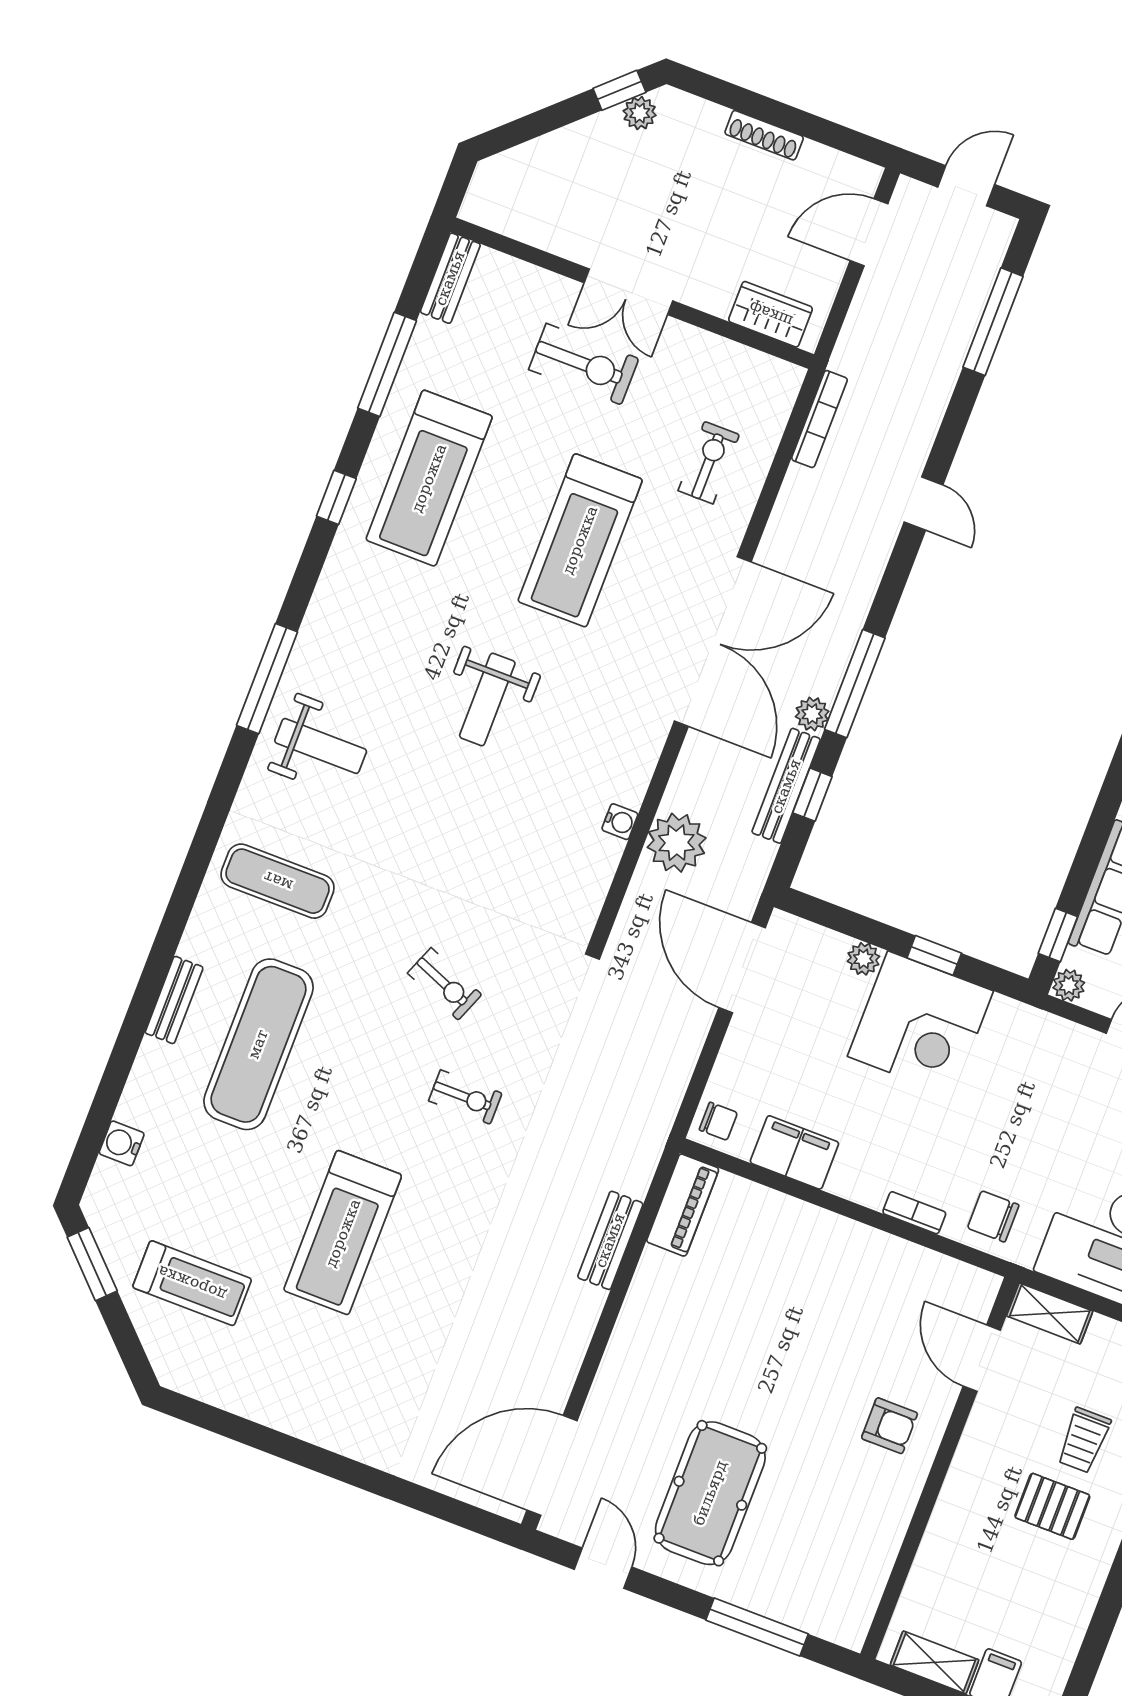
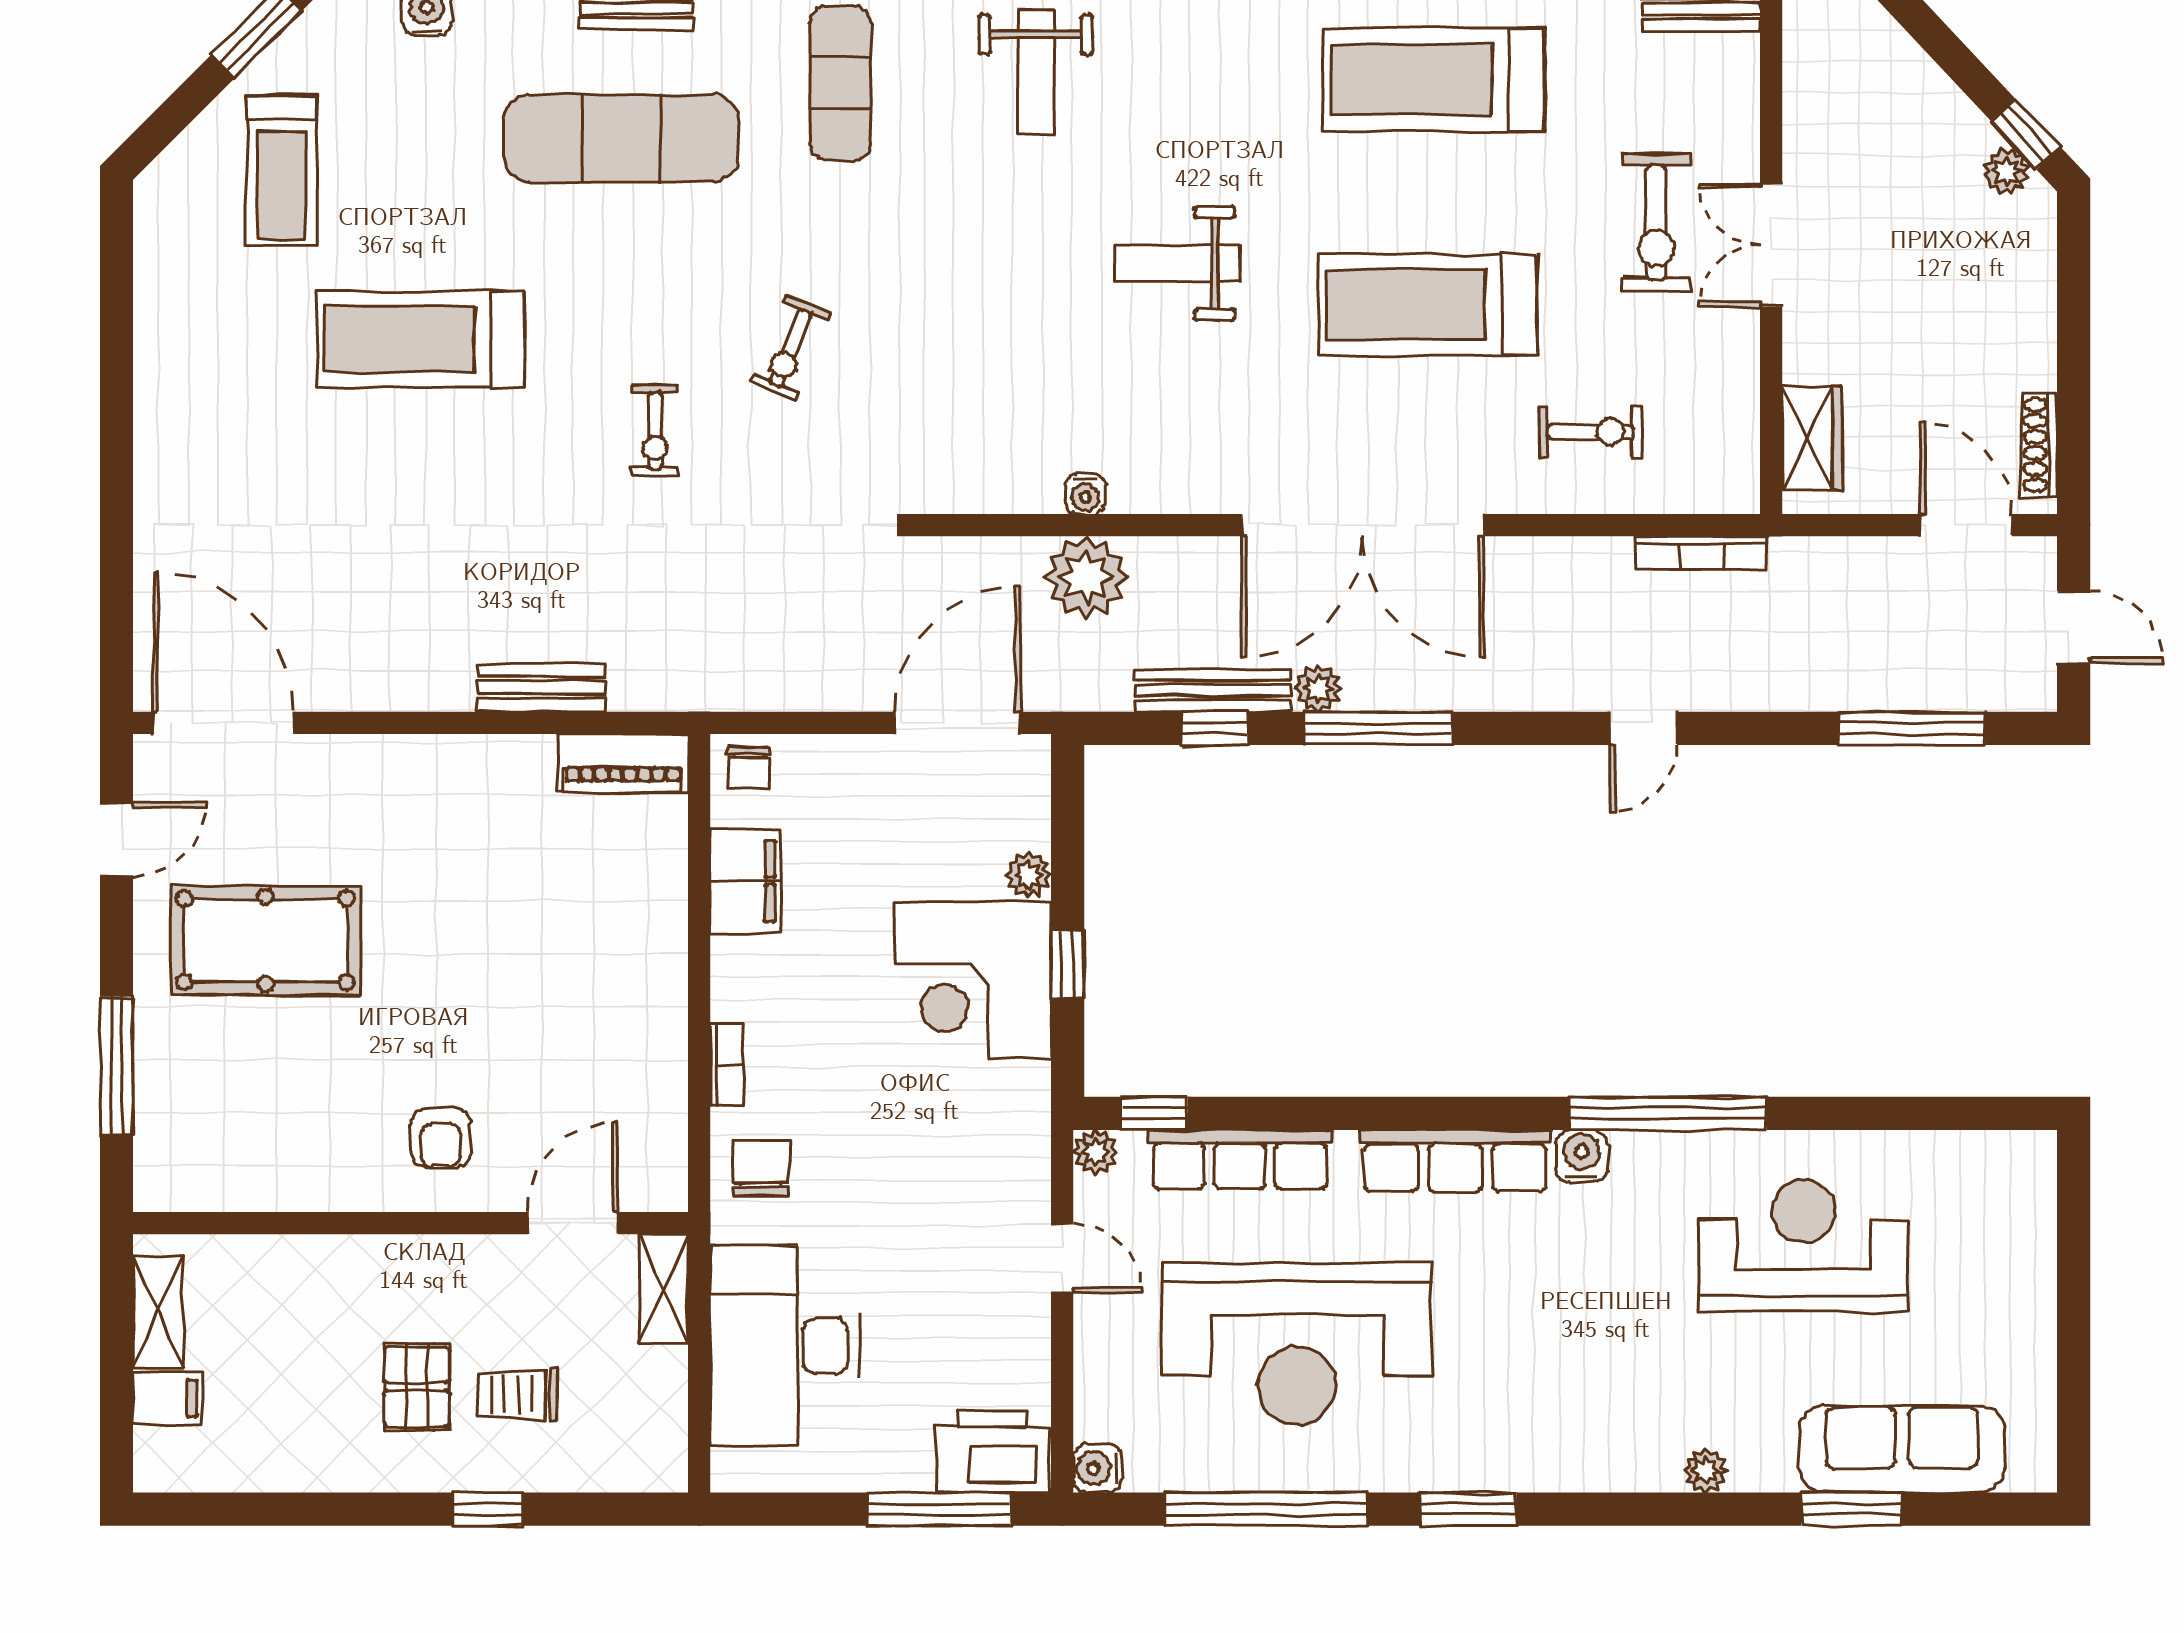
shoe rack: (764, 135) -> (2039, 445), moved

